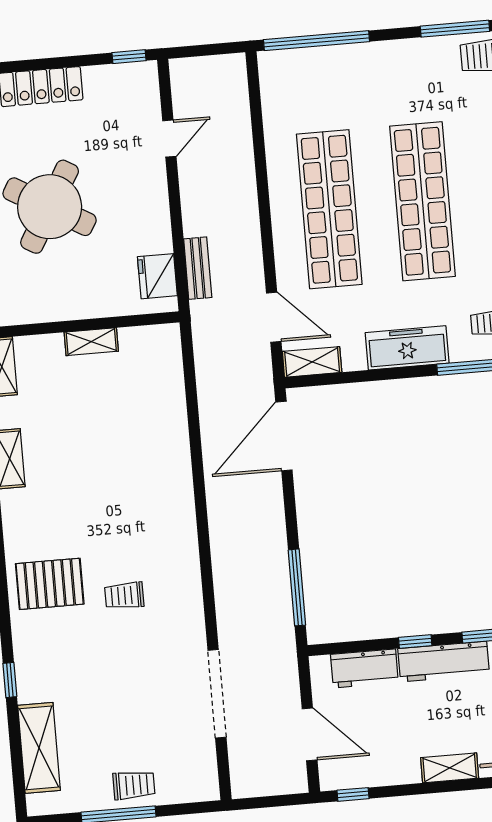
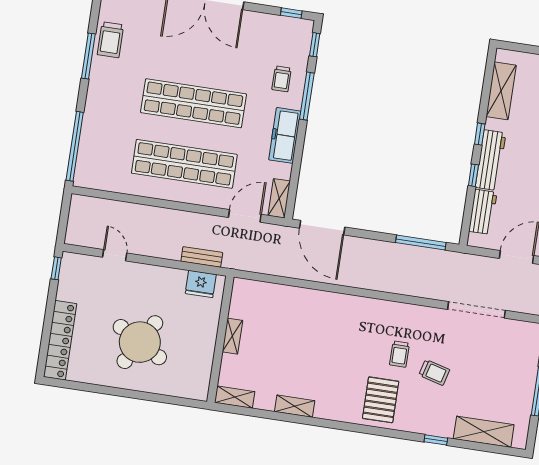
trolley: (134, 785) -> (434, 372), moved, turned 105

